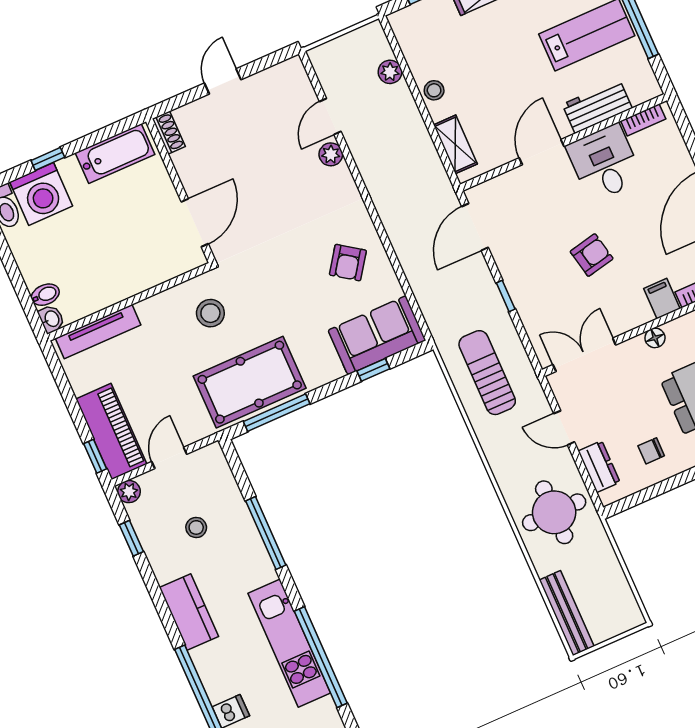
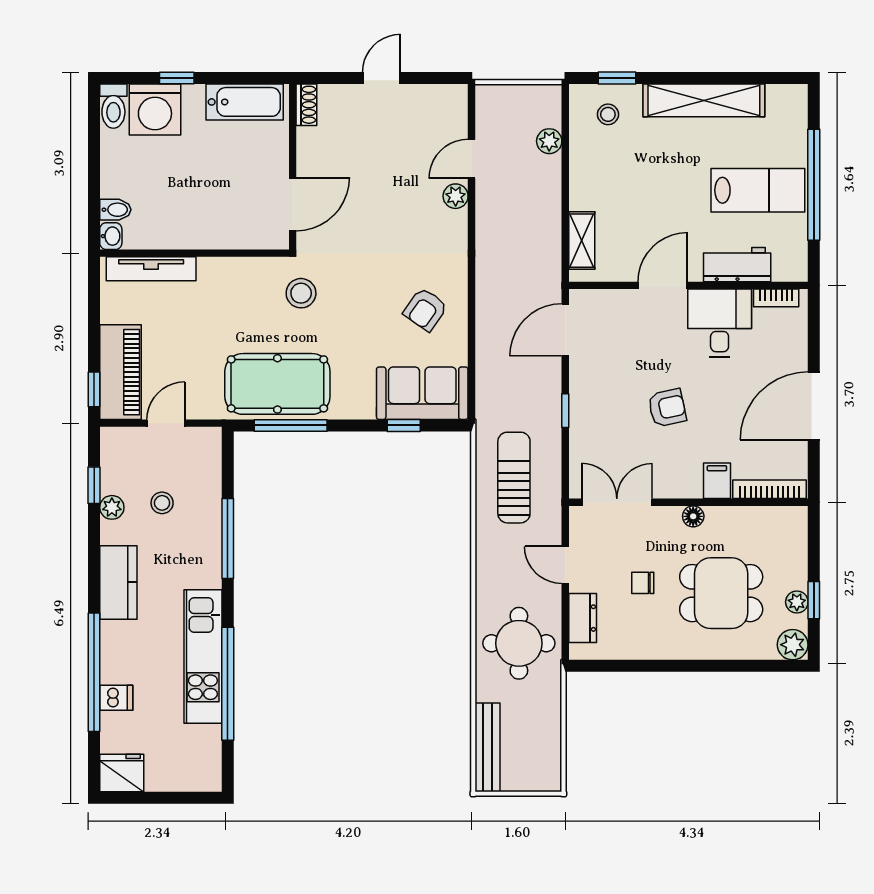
stool: (434, 90) -> (608, 114), moved
stool: (210, 313) -> (301, 293), moved
chair: (651, 451) -> (643, 583), moved
plant: (129, 492) -> (112, 507), moved

